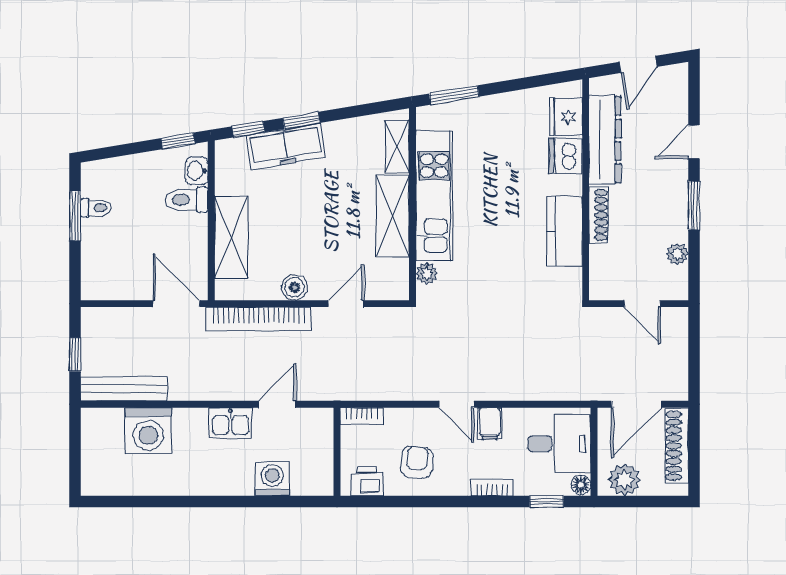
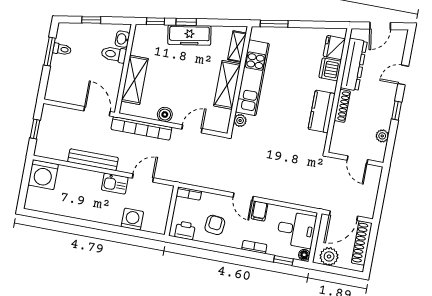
window: (178, 141) -> (91, 20), moved
freezer: (286, 146) -> (189, 35), moved
window: (694, 205) -> (397, 110), width x0.67
bench: (124, 389) -> (93, 160), moved
washing machine: (148, 431) -> (43, 175), moved

